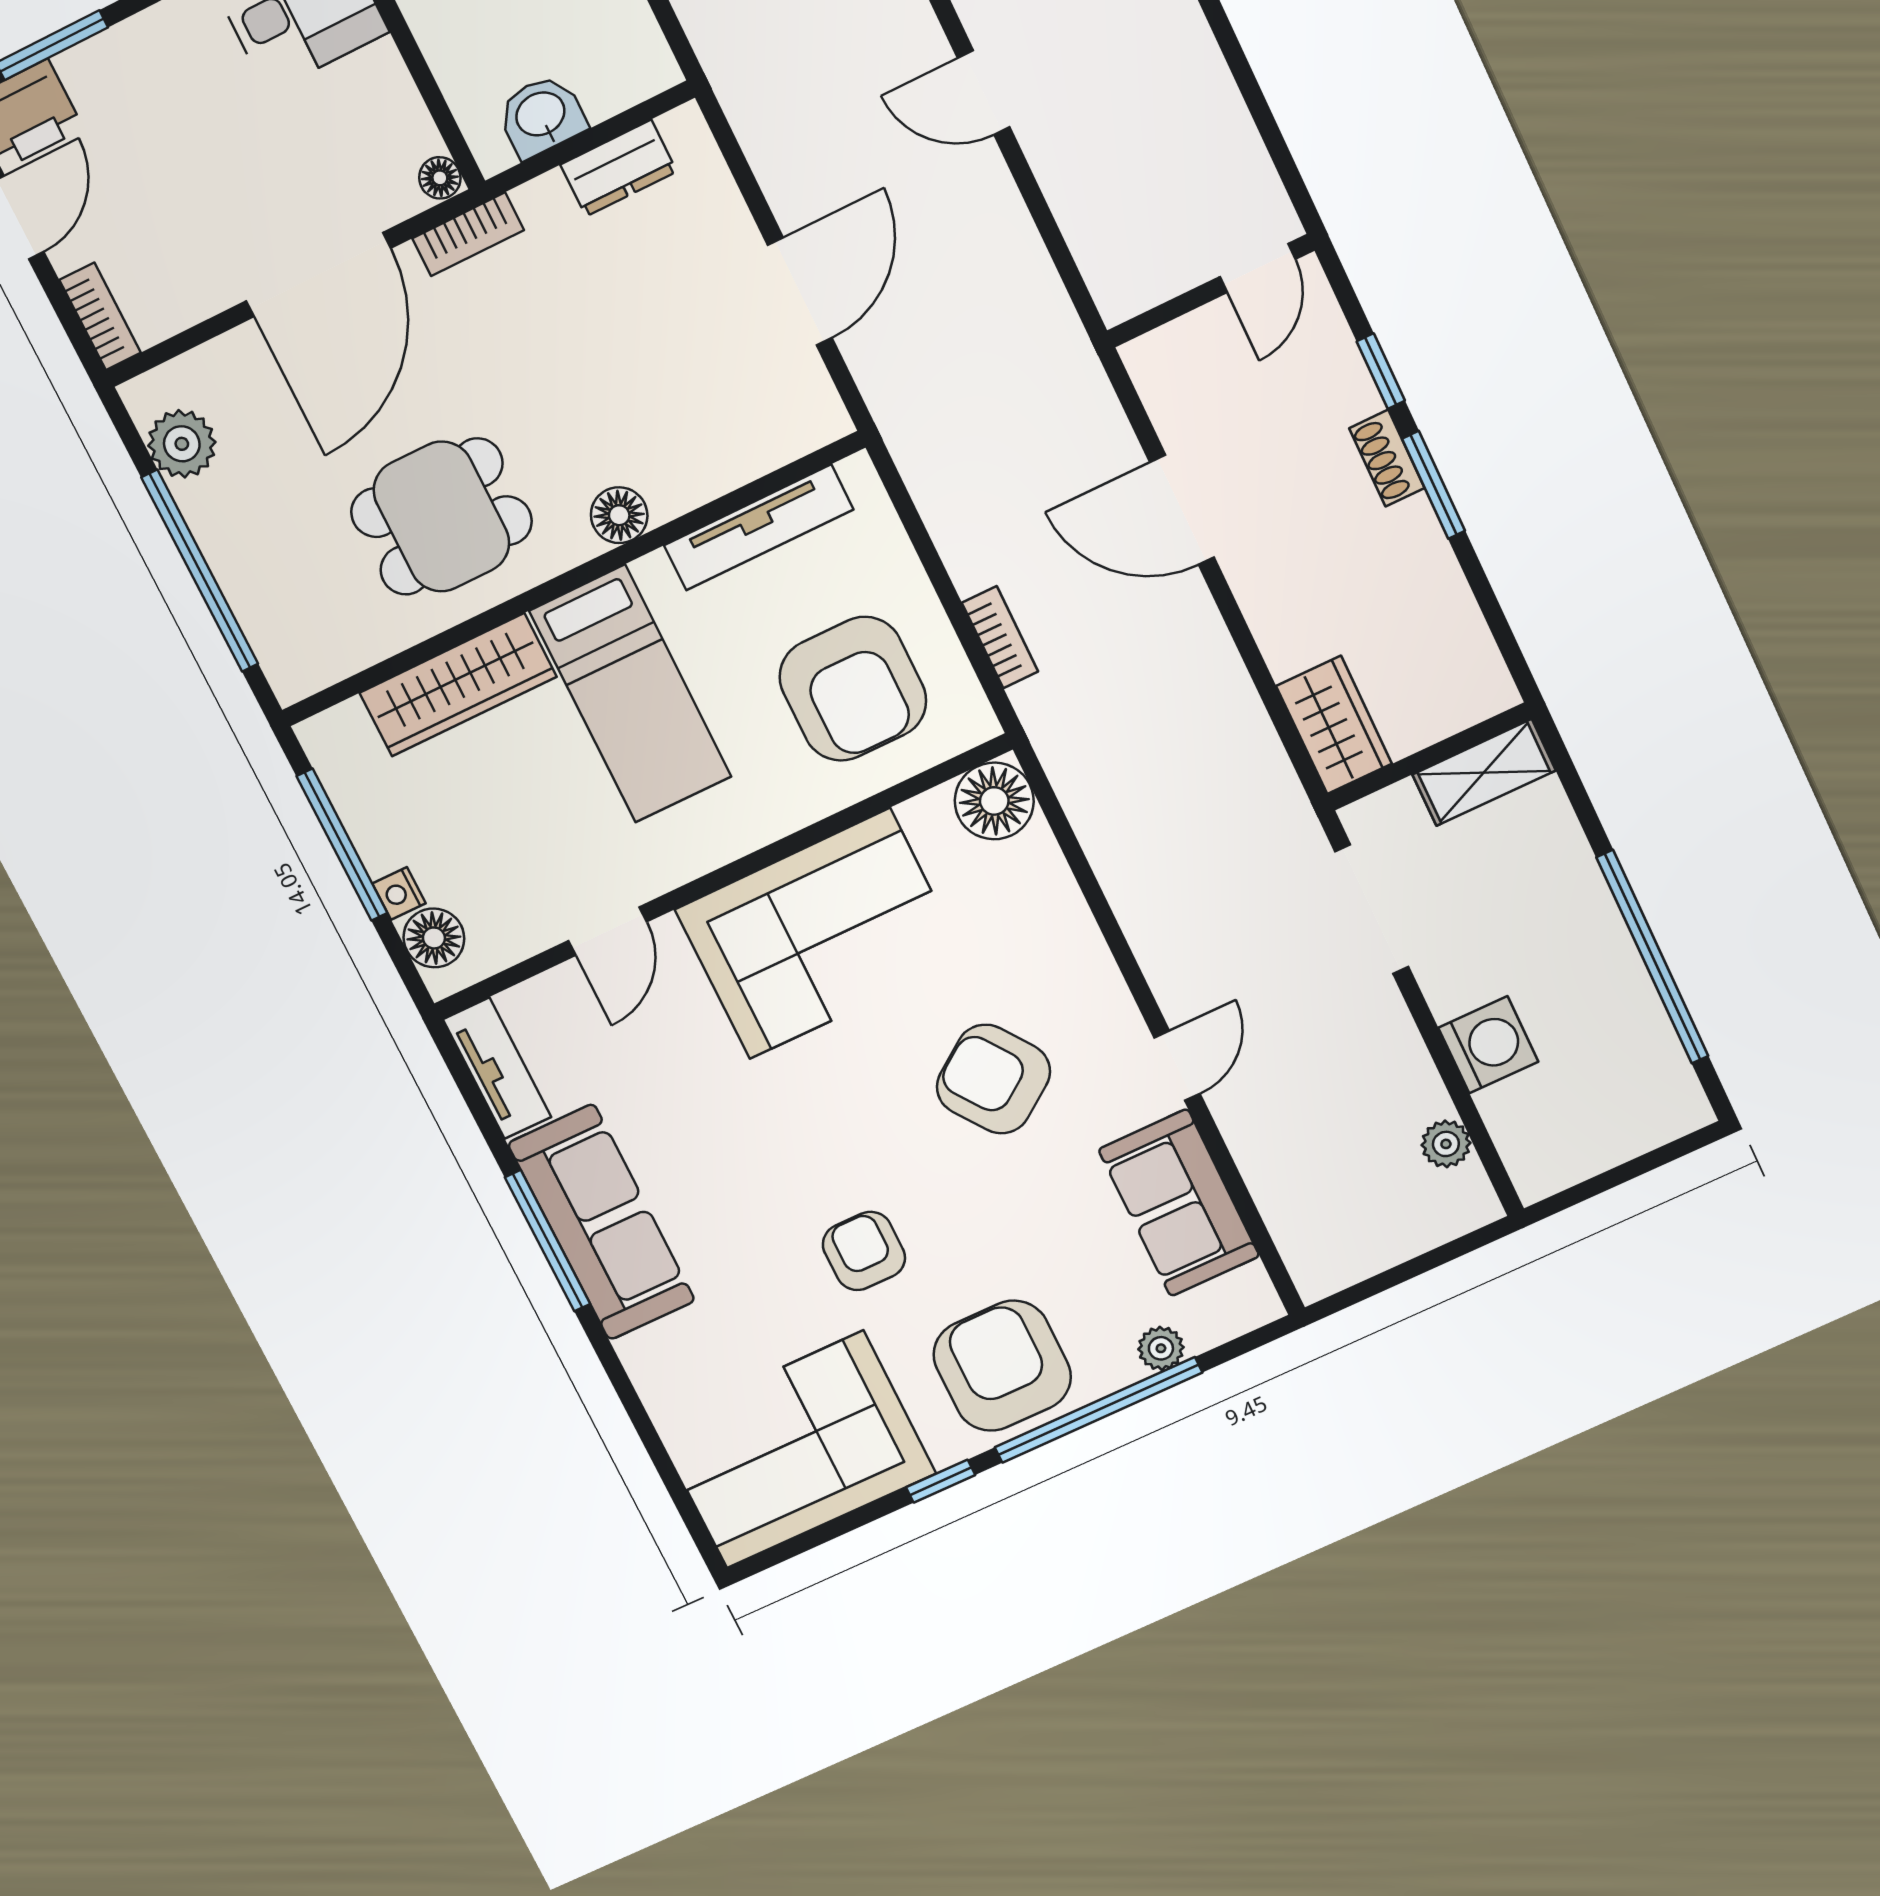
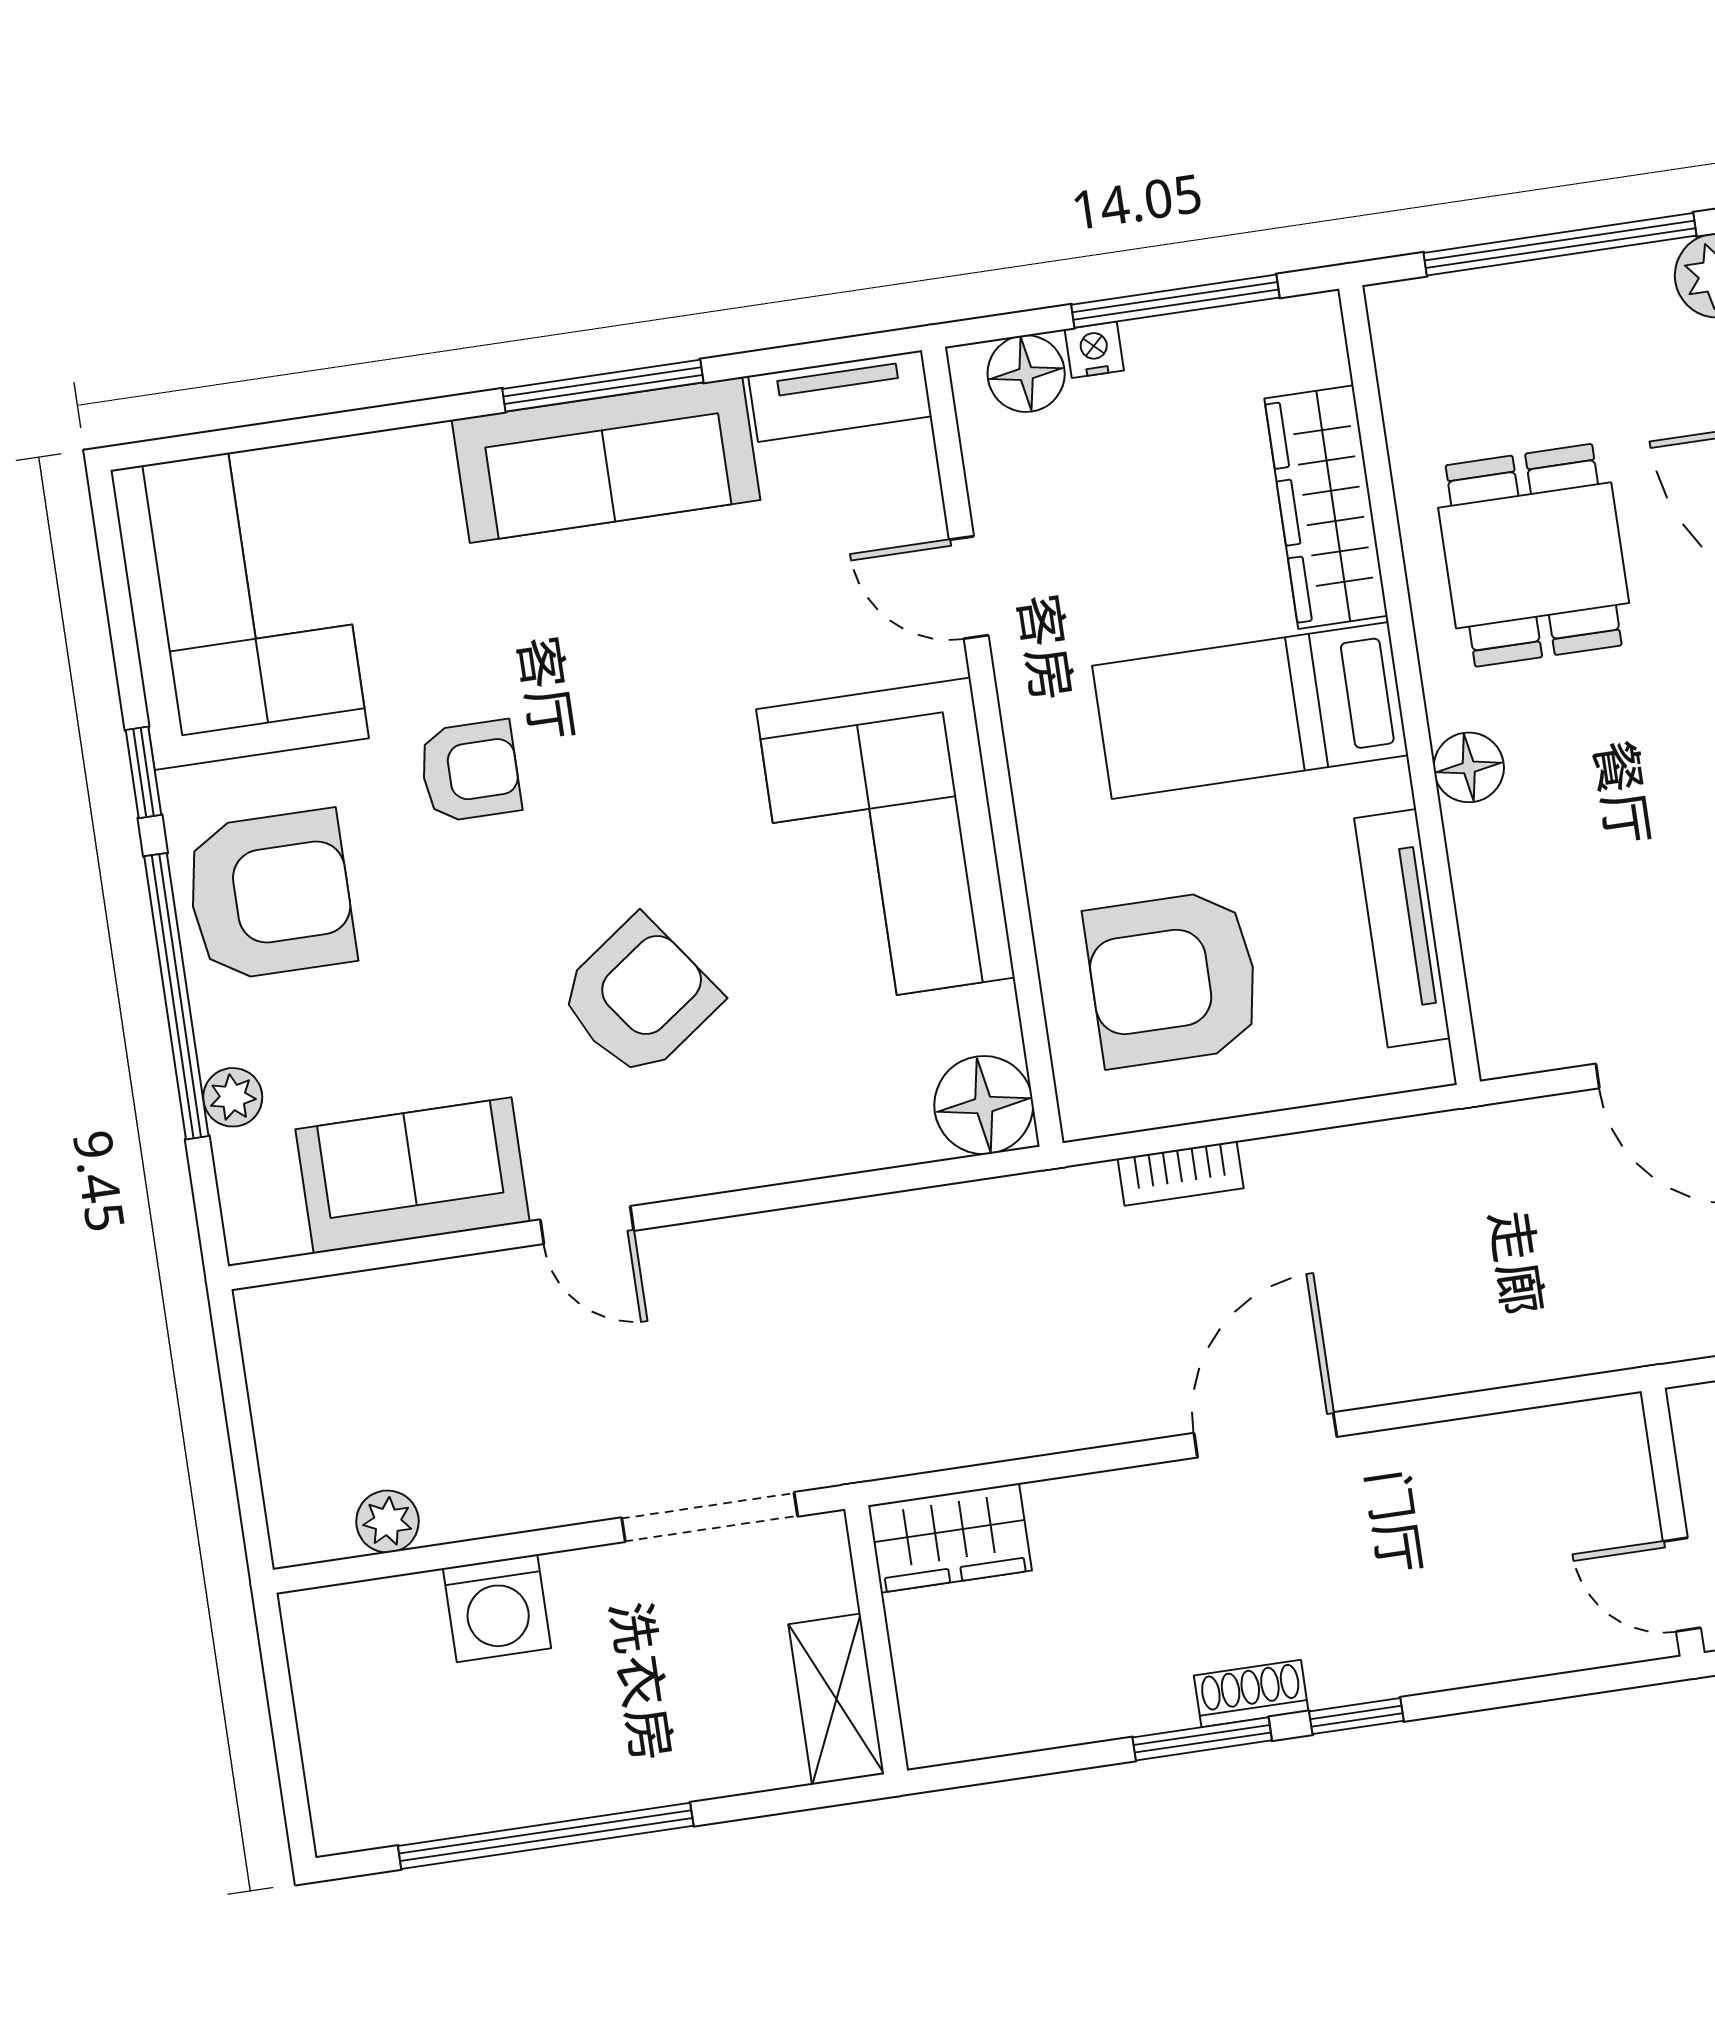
door: (1258, 268) -> (1682, 1585), moved
wall: (1211, 291) -> (1673, 1522), moved

